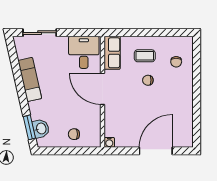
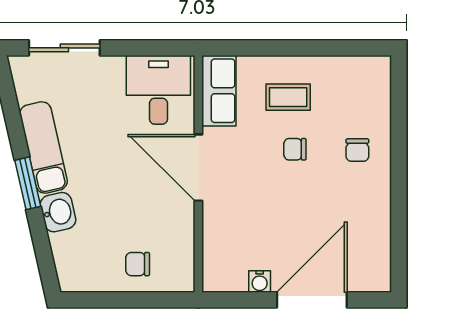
chair: (176, 62) -> (357, 150), moved
window: (29, 127) -> (28, 183), moved
washbasin: (41, 129) -> (58, 212), moved
water cooler: (109, 142) -> (260, 282), moved

